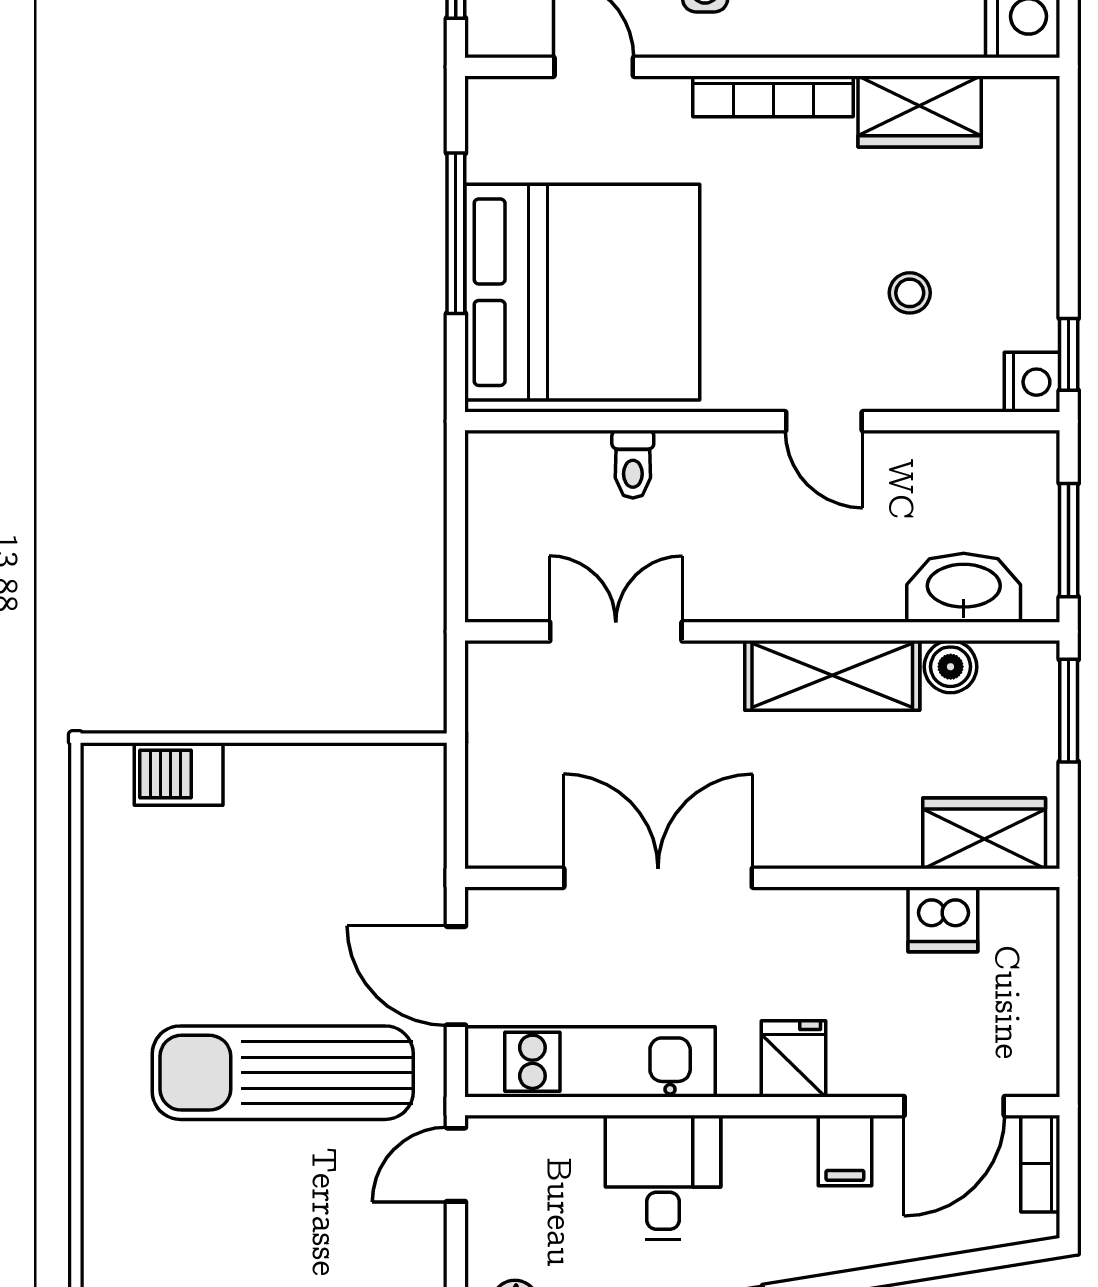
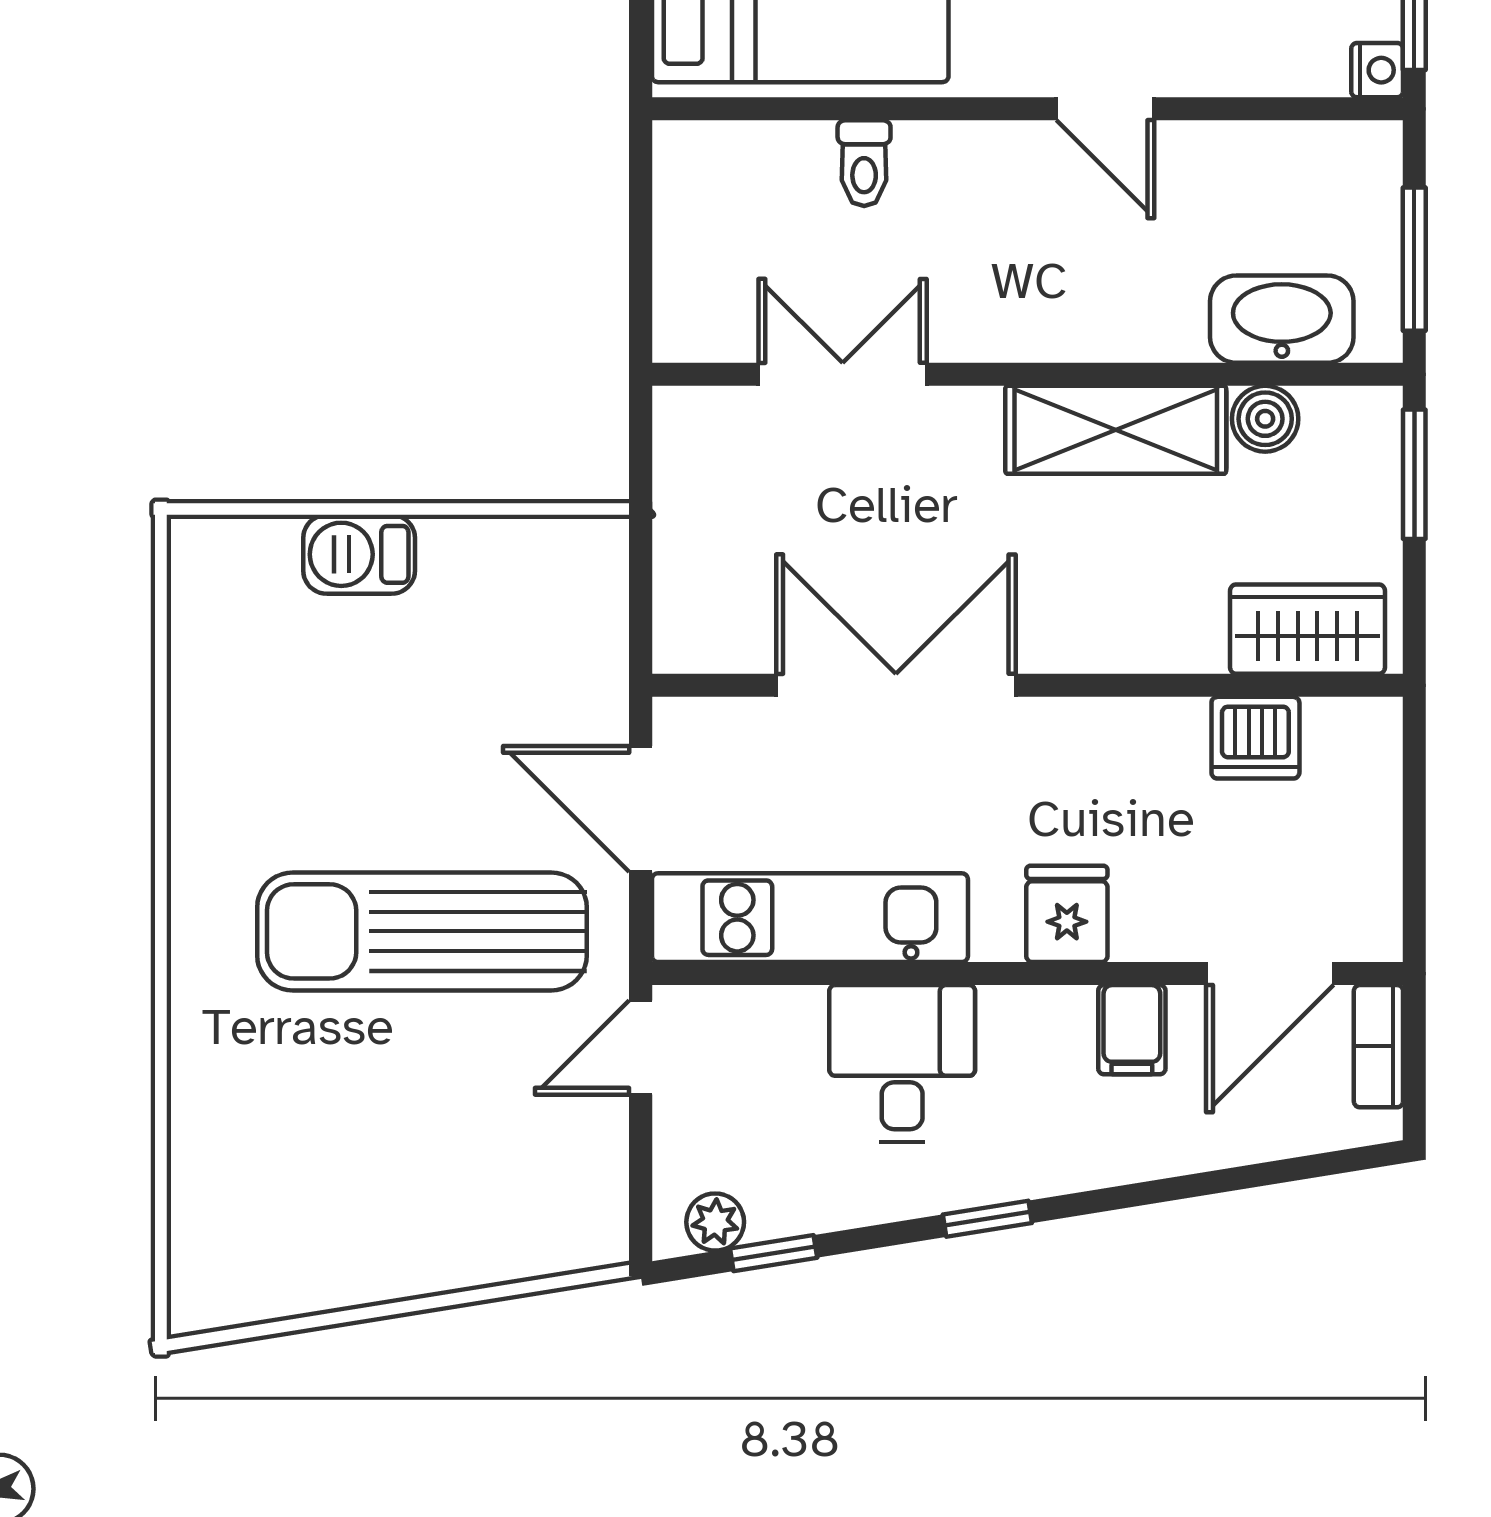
nightstand: (1032, 382) -> (1377, 70), width x0.72, depth x0.74
barbecue: (179, 774) -> (359, 554), moved

